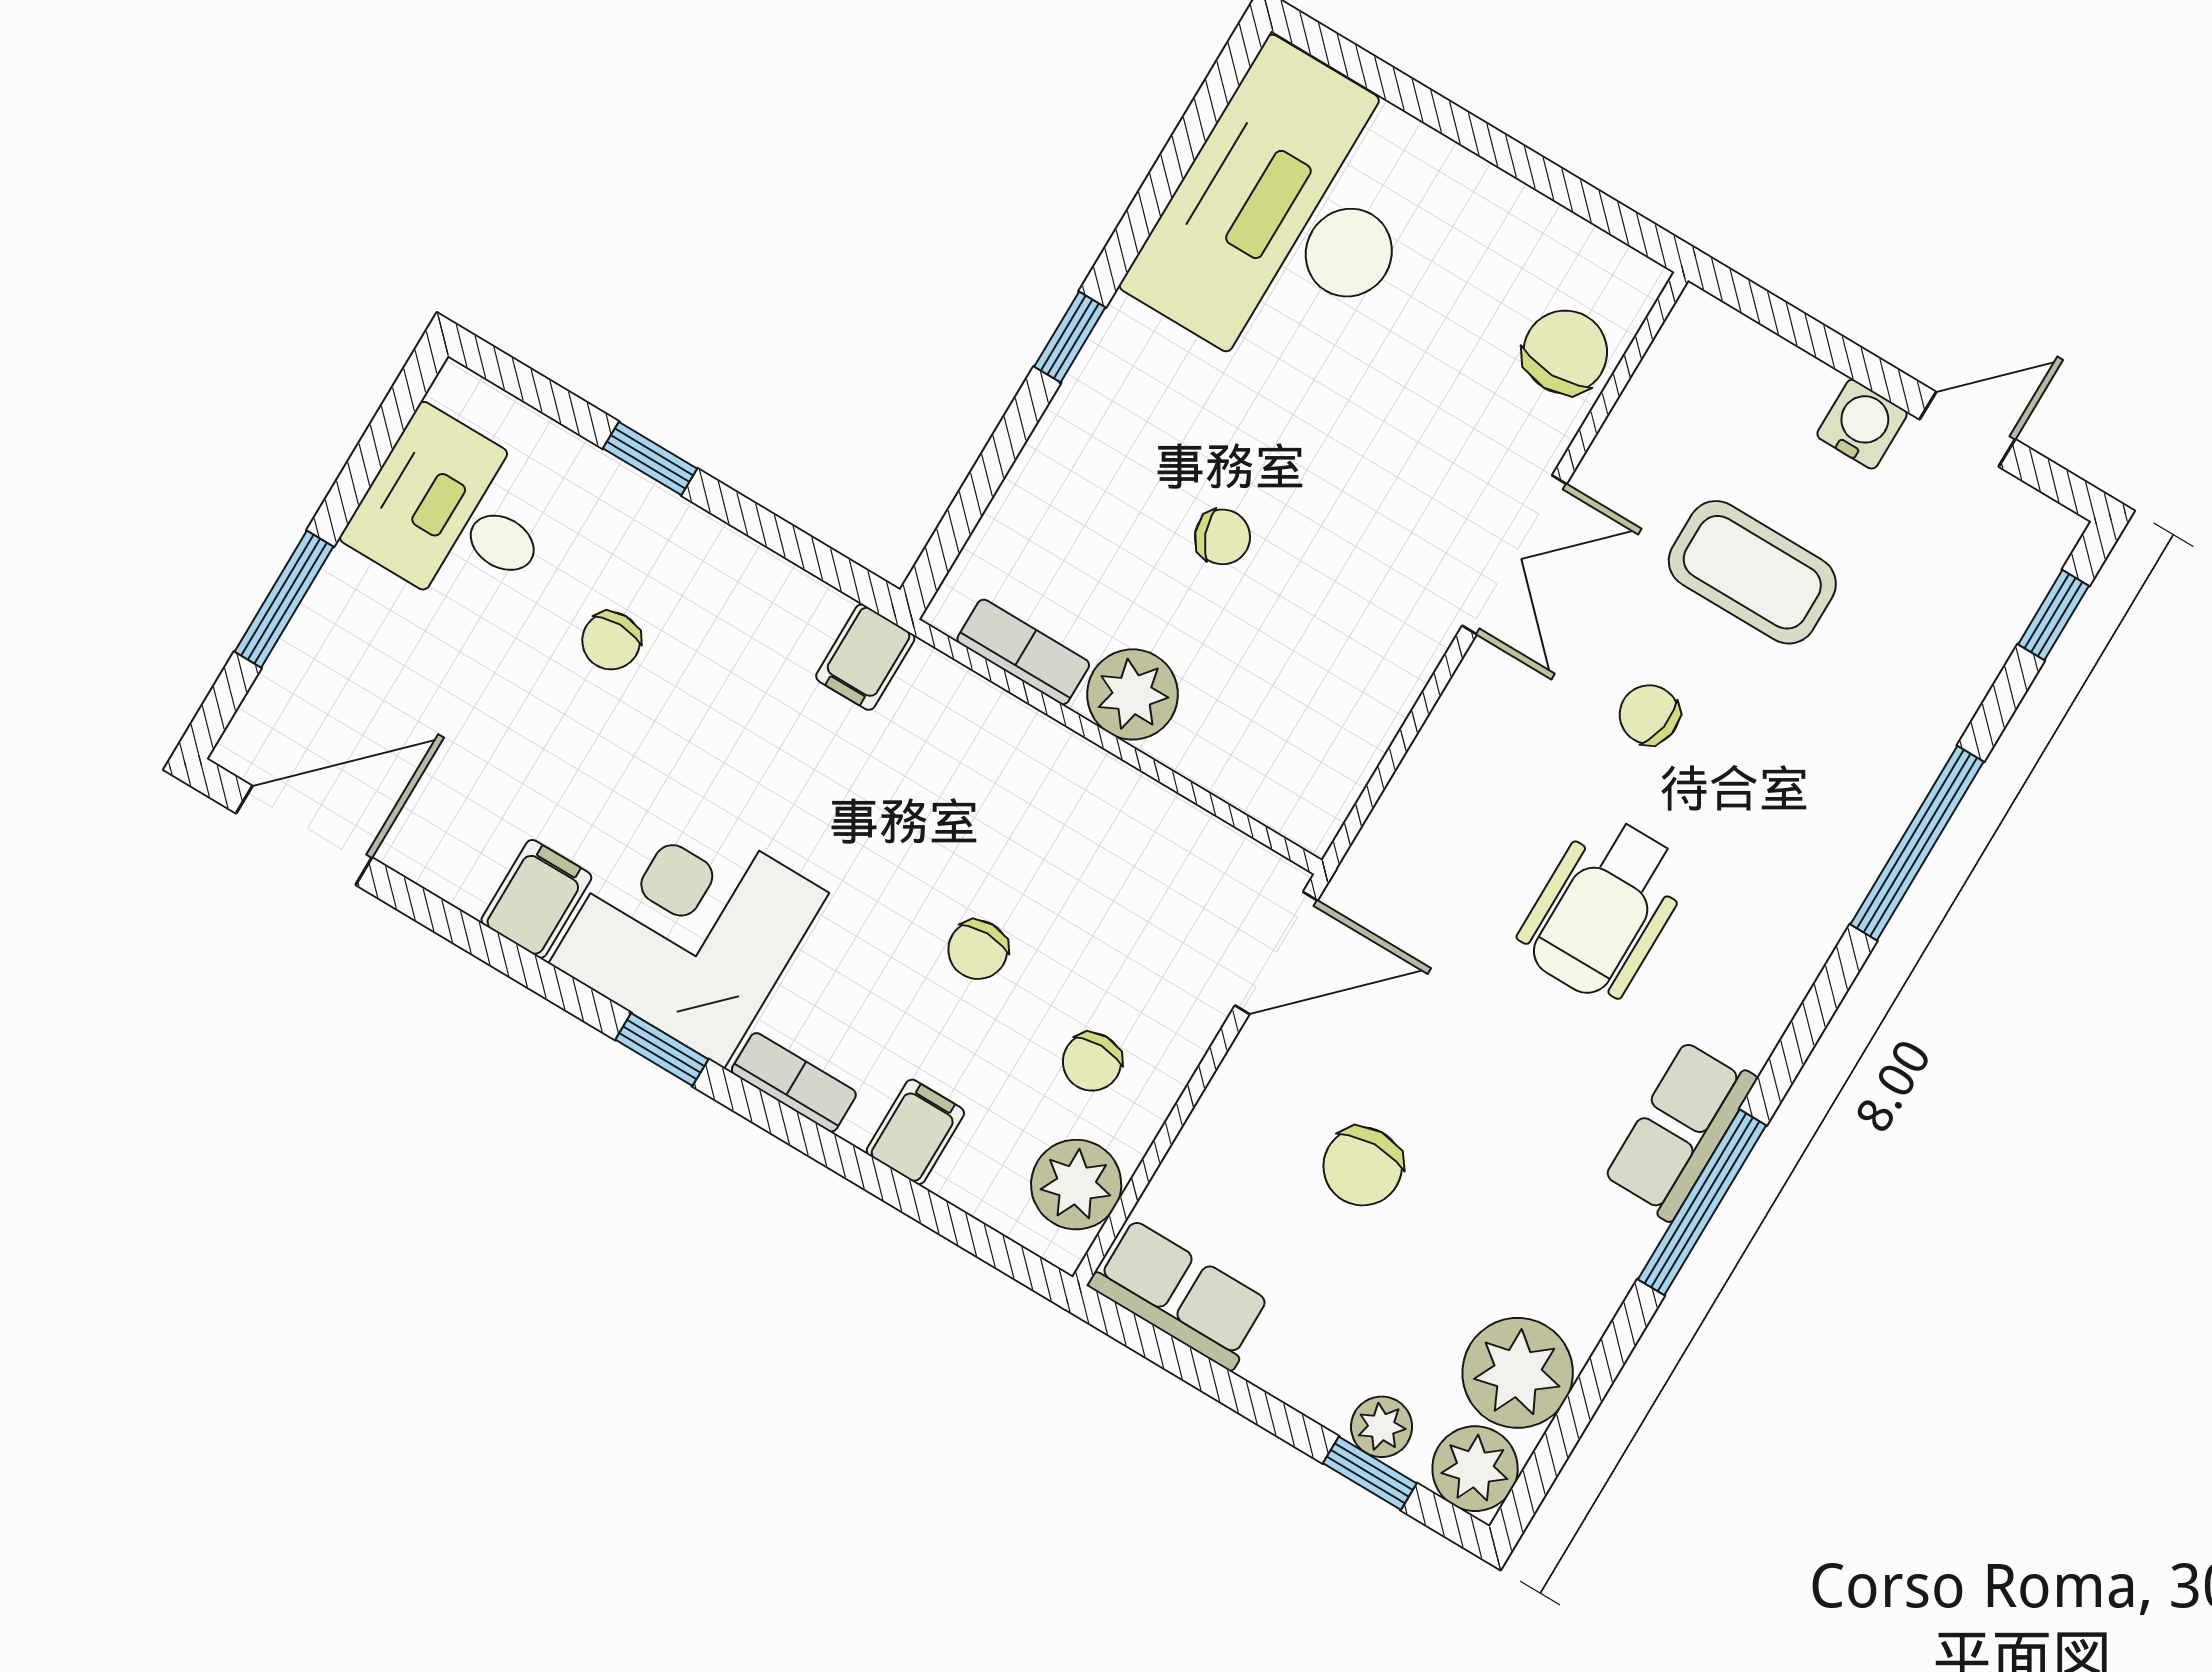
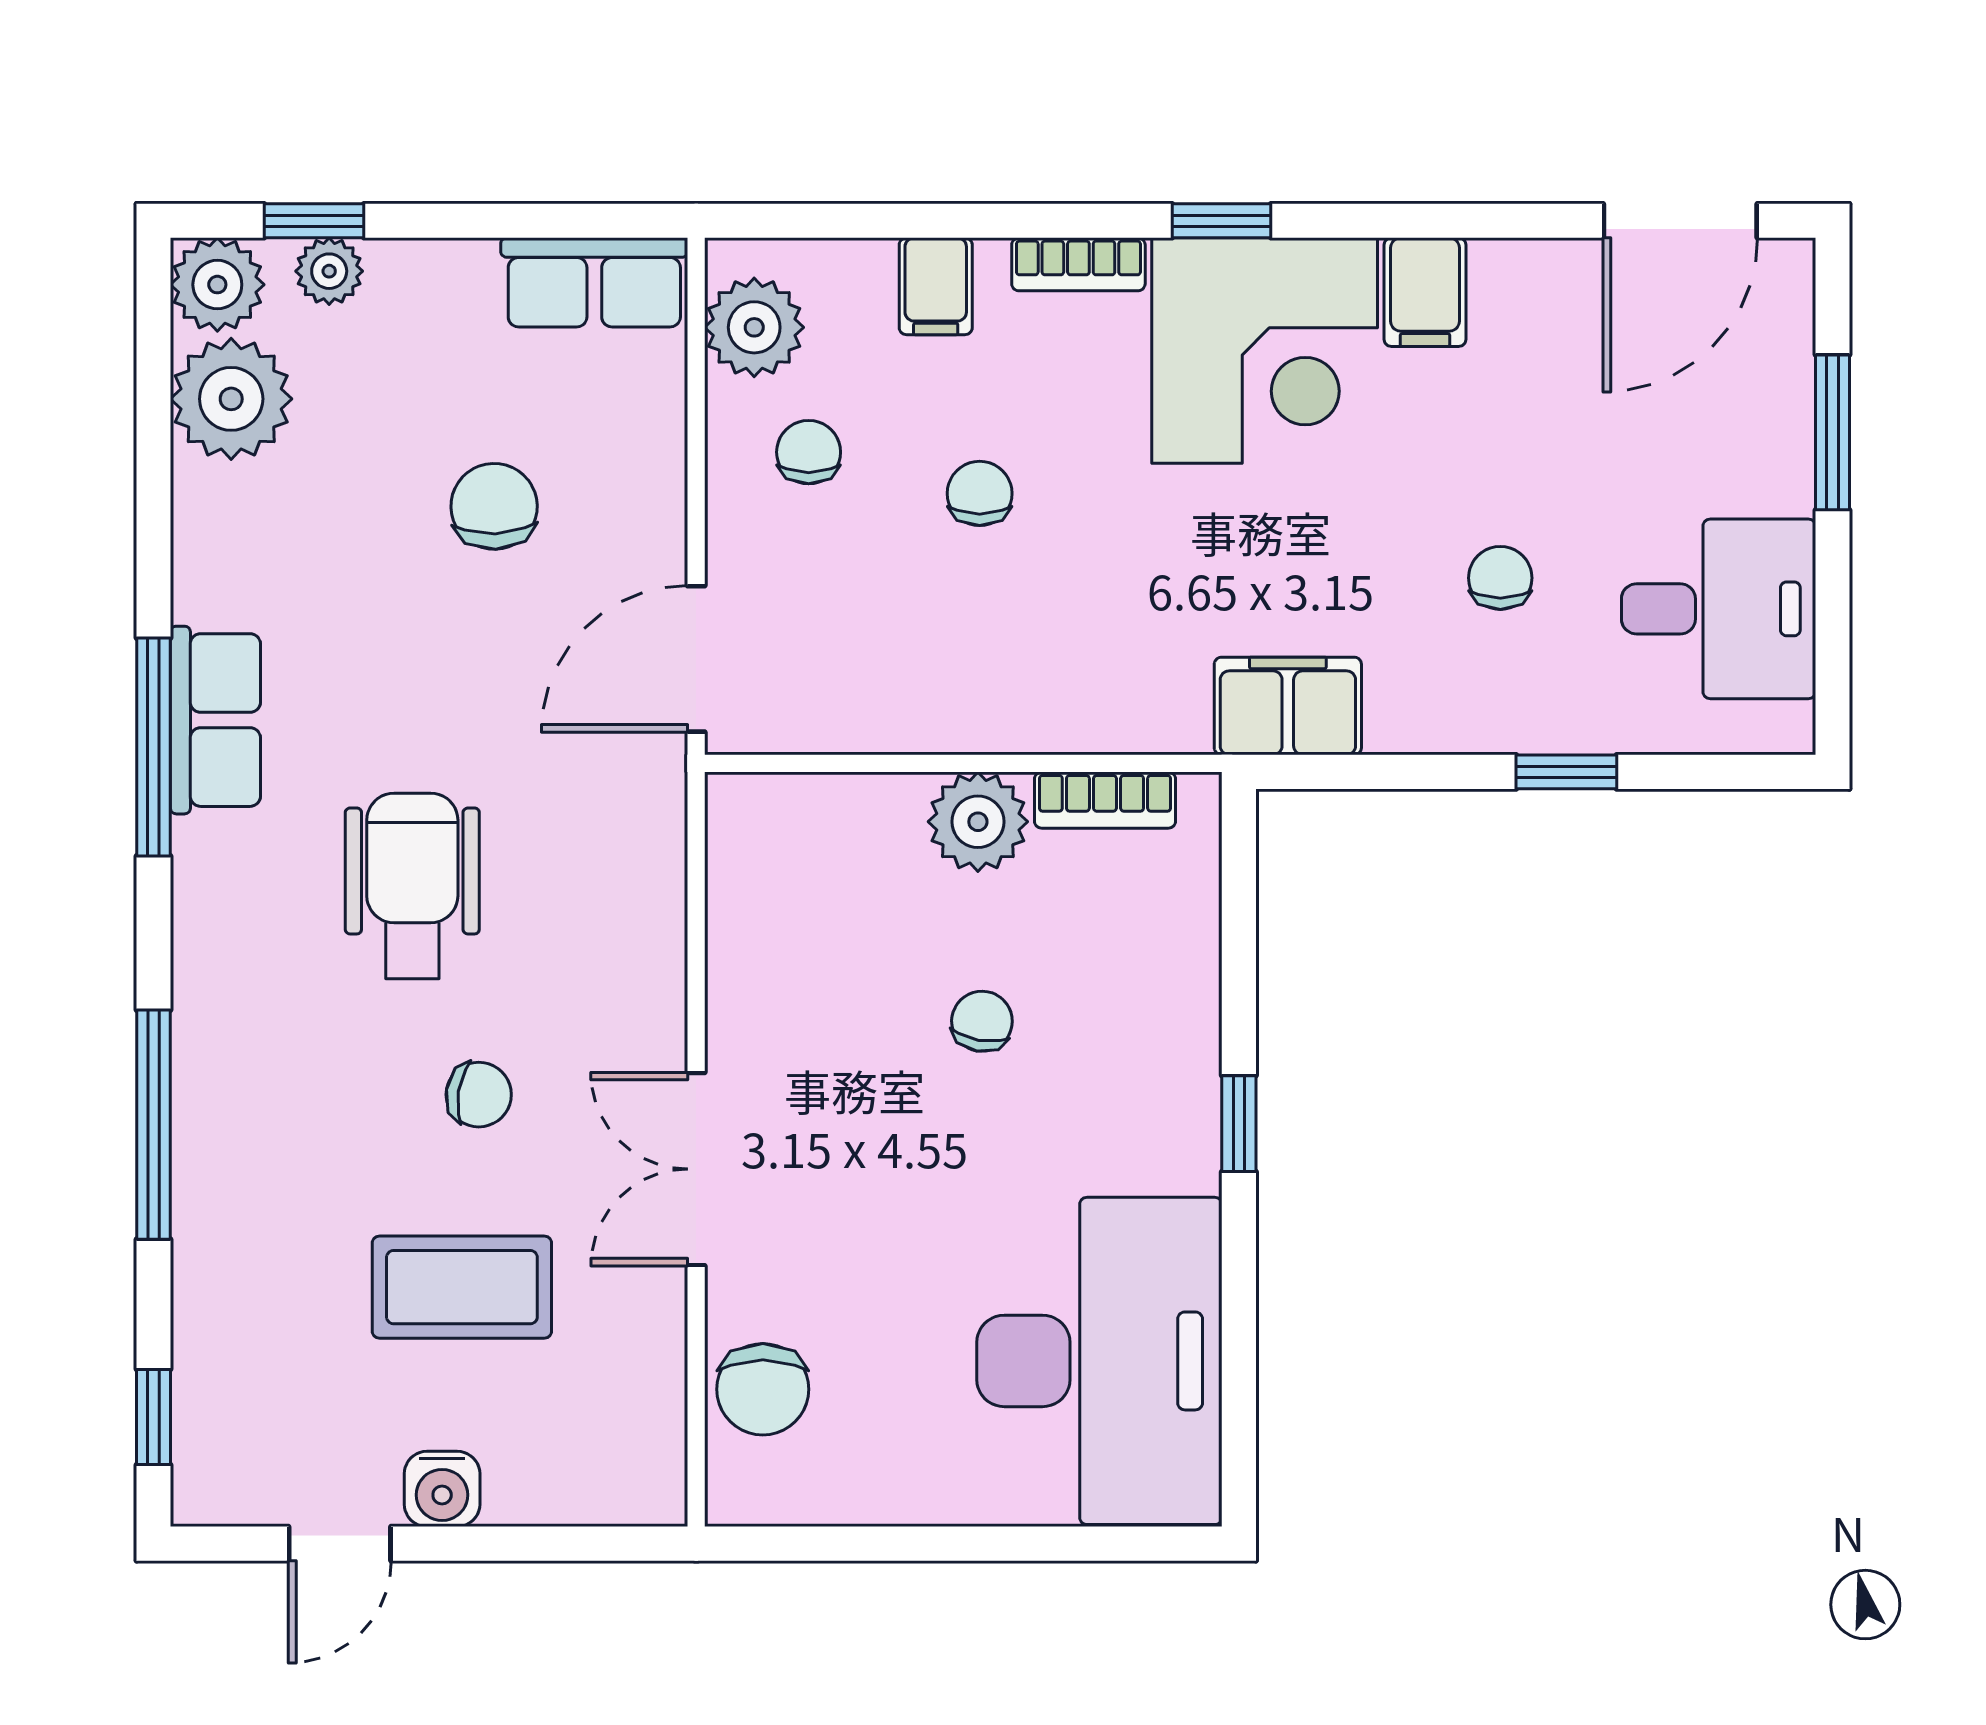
chair: (1222, 537) -> (982, 1021), turned 121
filing cabinet: (865, 657) -> (1288, 706), width x2.00
window: (1702, 1202) -> (154, 747), moved

